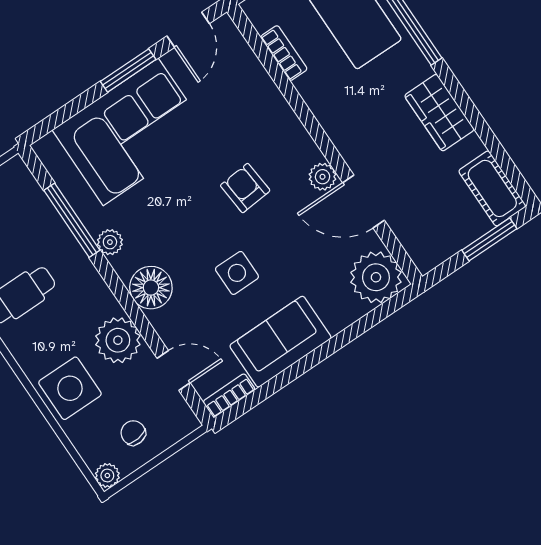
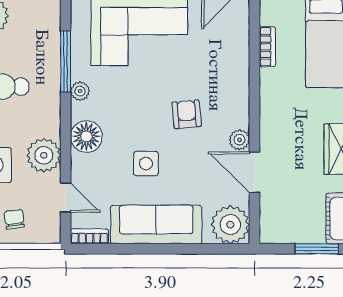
sofa: (281, 342) -> (156, 225), width x1.36

